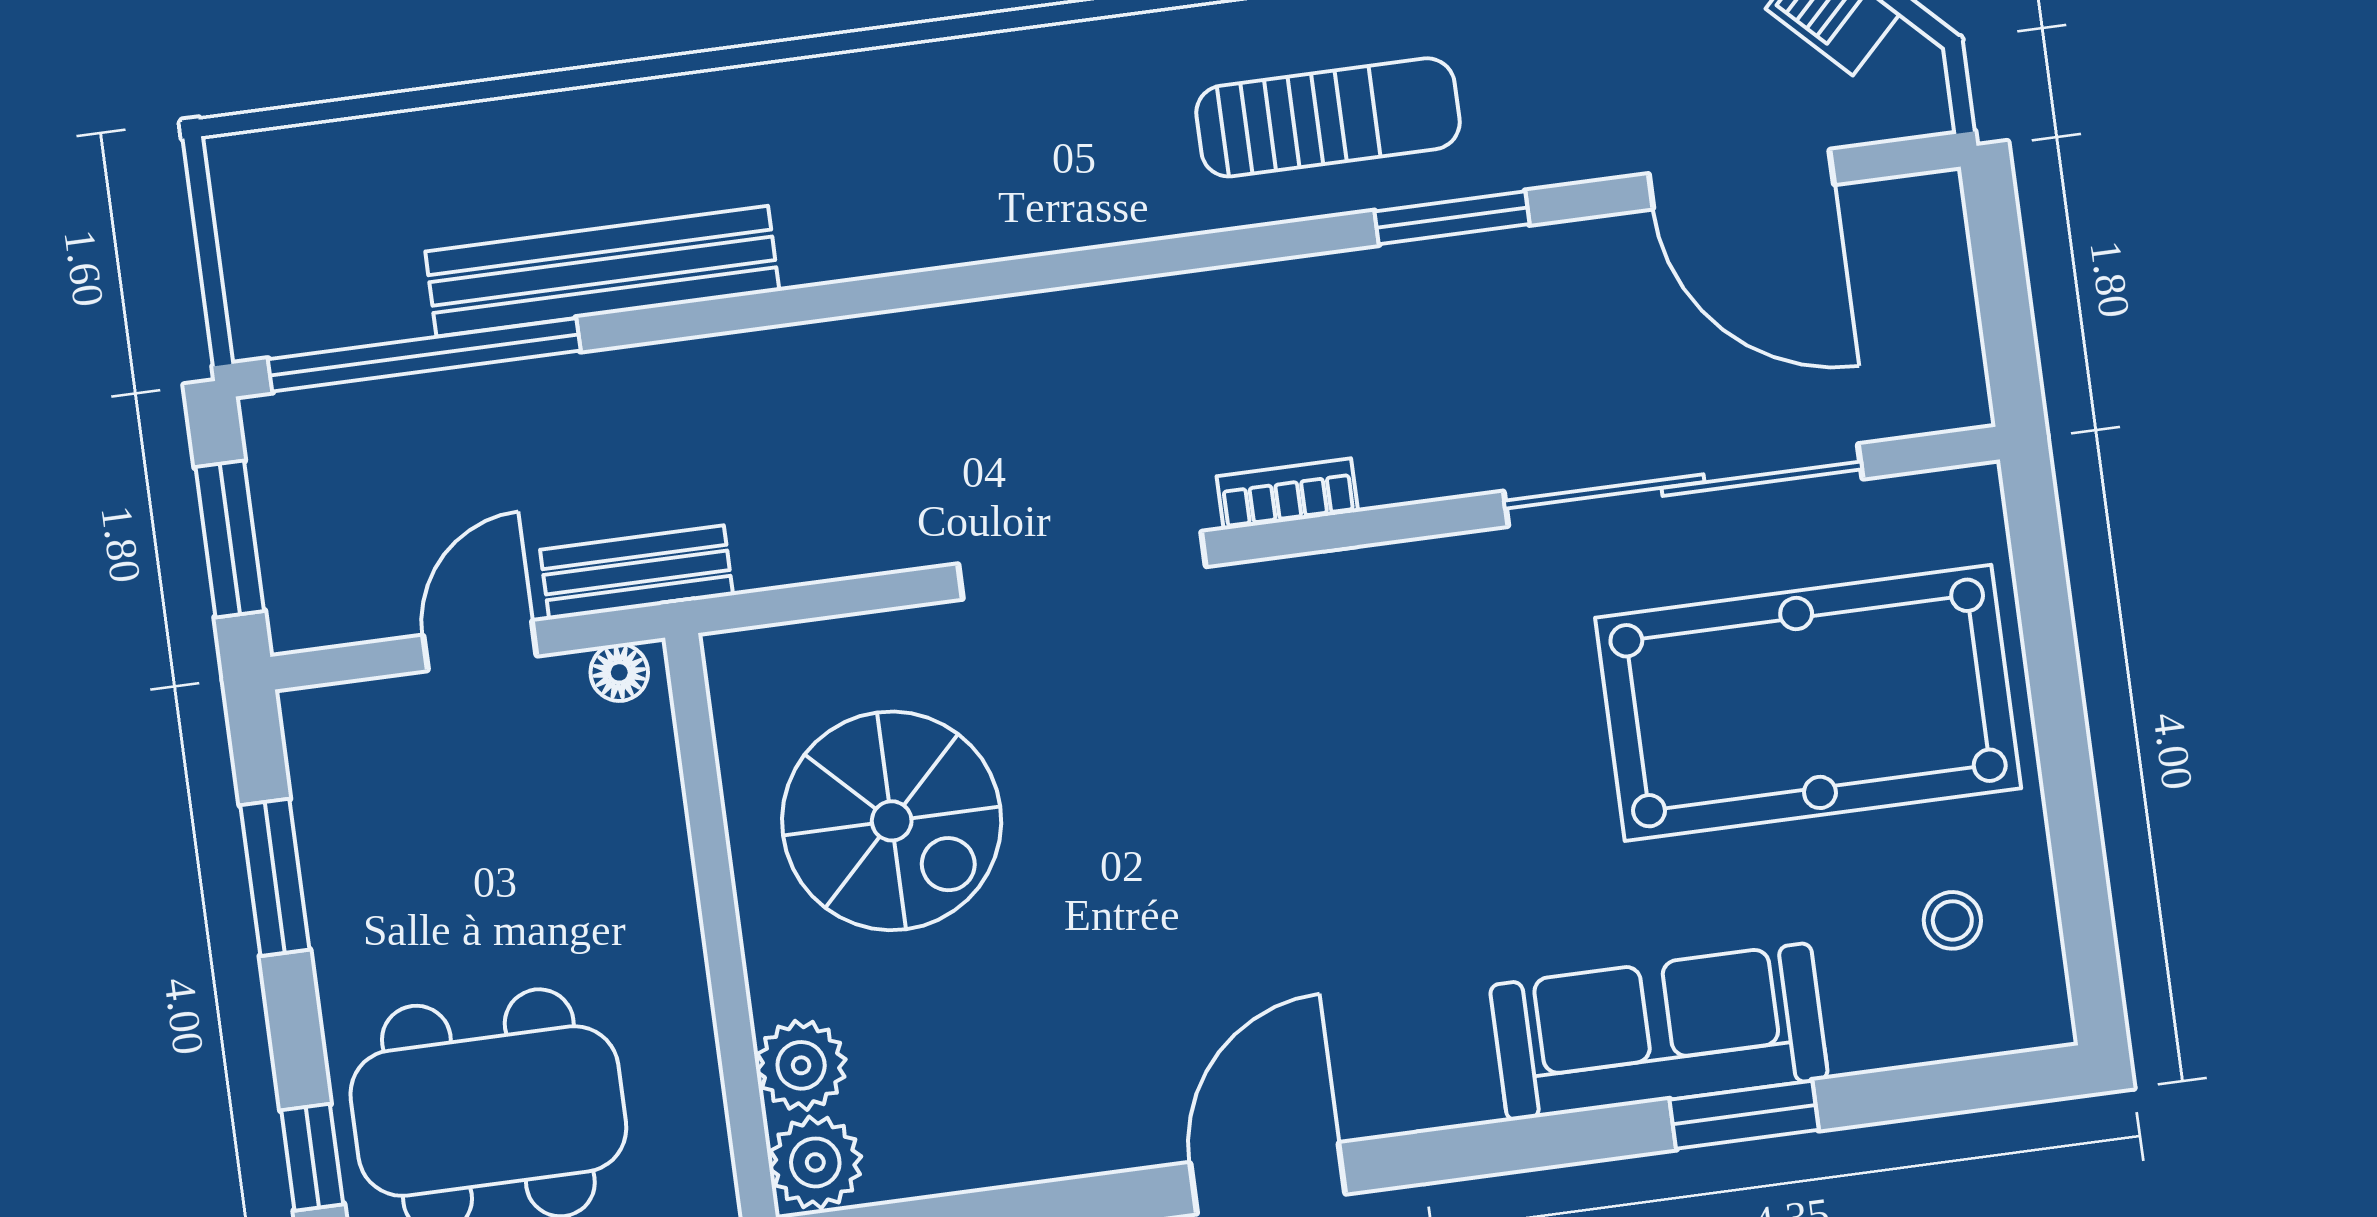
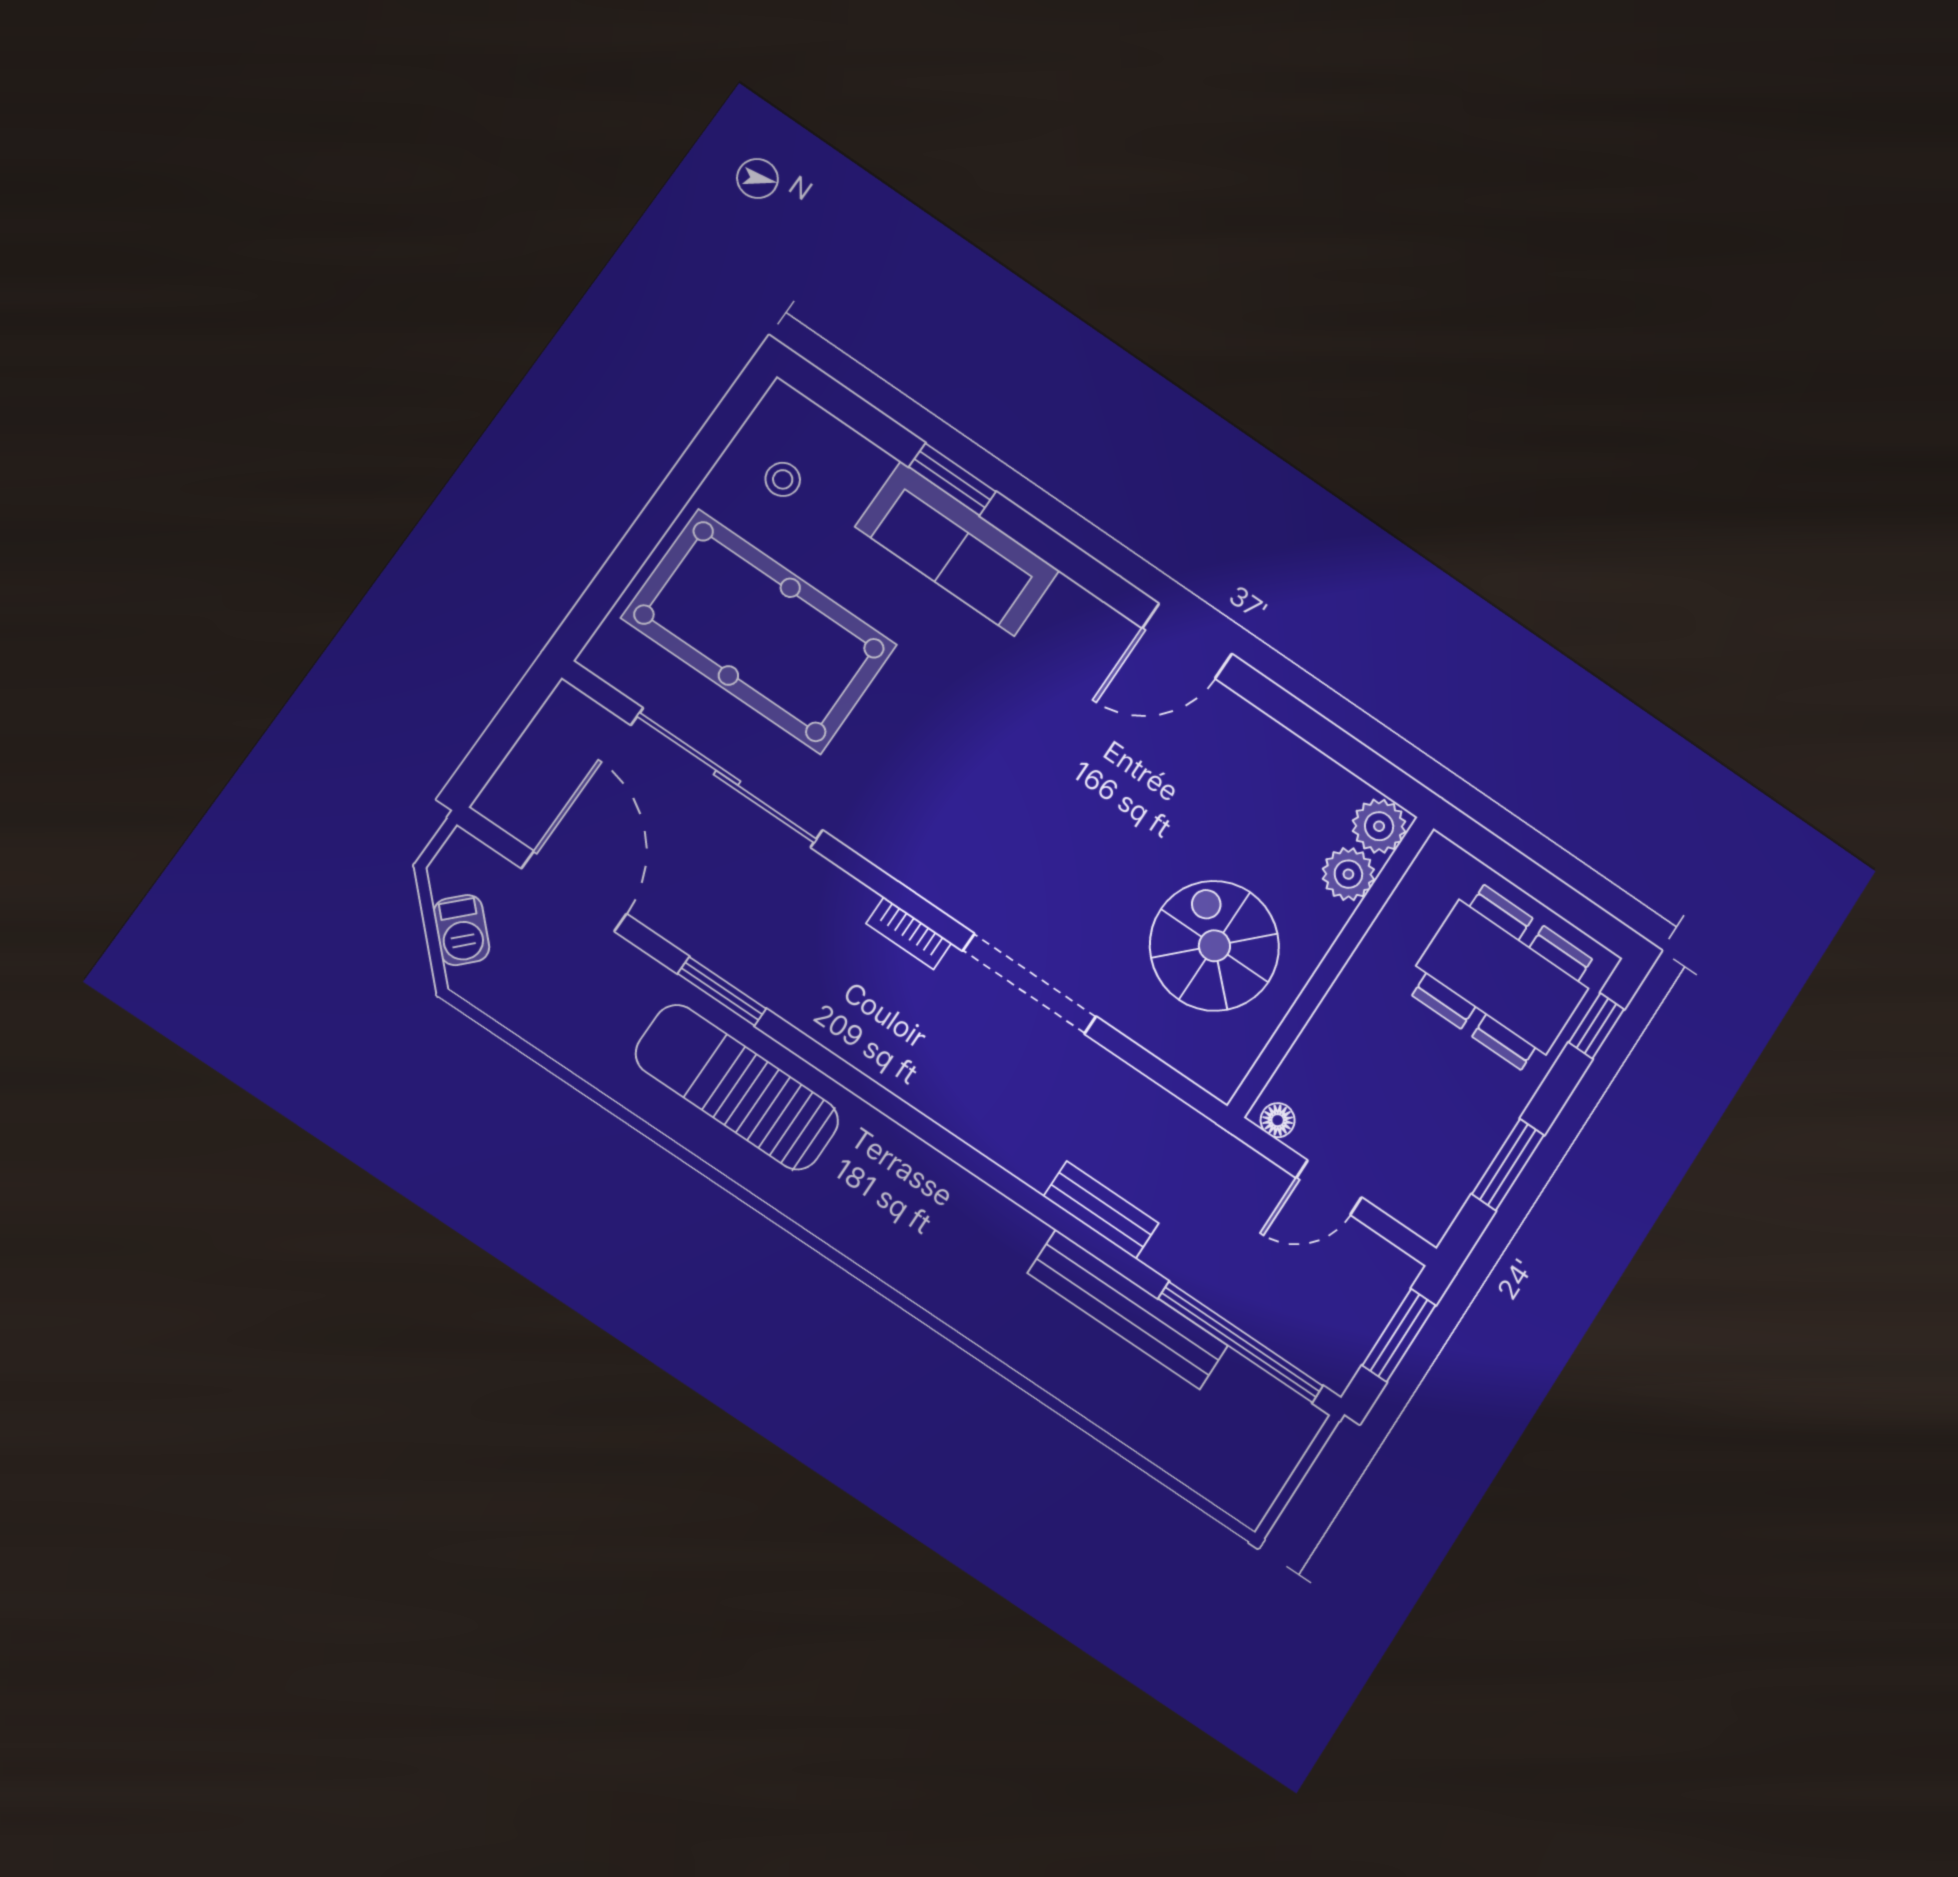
sun lounger: (1328, 117) -> (737, 1087), width x1.36, depth x1.34
bench: (637, 572) -> (1101, 1210), moved

